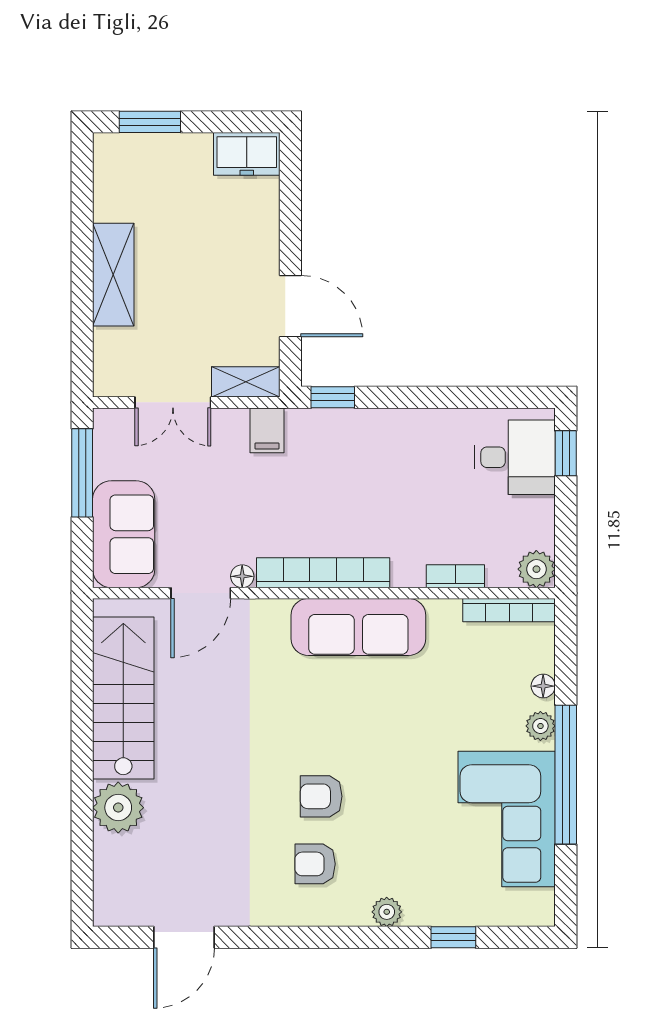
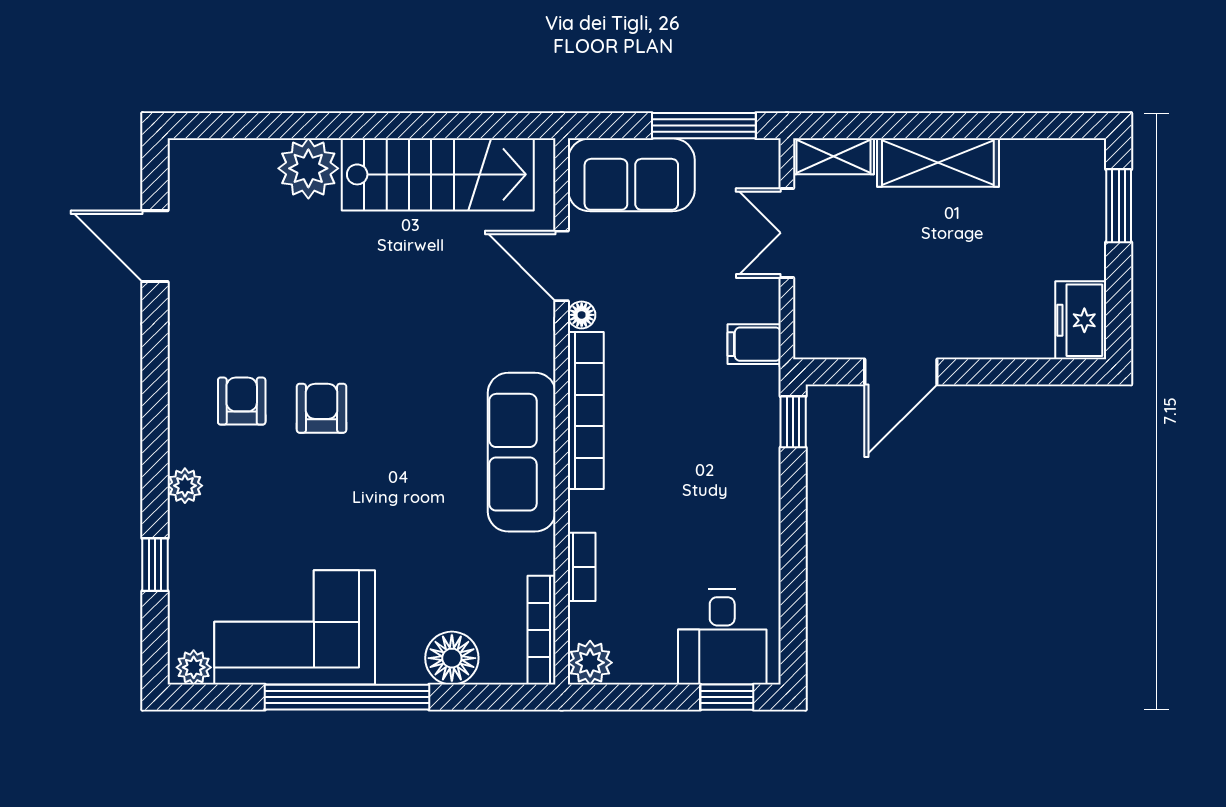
shelving: (246, 382) -> (834, 156), moved, turned 90
floor lamp: (543, 686) -> (452, 658), width x1.89, depth x1.89
plant: (540, 726) -> (194, 667), moved

